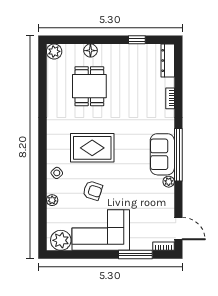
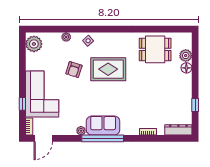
plant: (54, 51) -> (186, 56), moved
dining table: (89, 86) -> (155, 49), moved
rug: (92, 148) -> (108, 69), turned 90
corner sofa: (101, 230) -> (42, 94), moved
window: (135, 255) -> (22, 104), width x0.46

